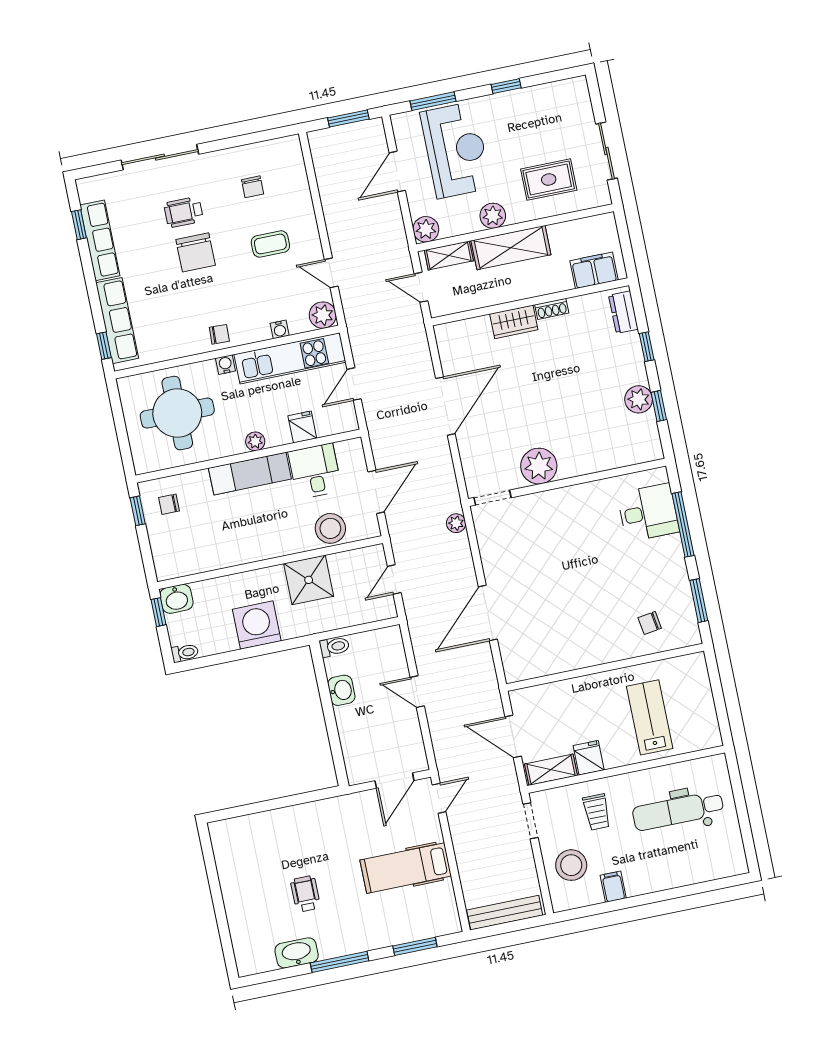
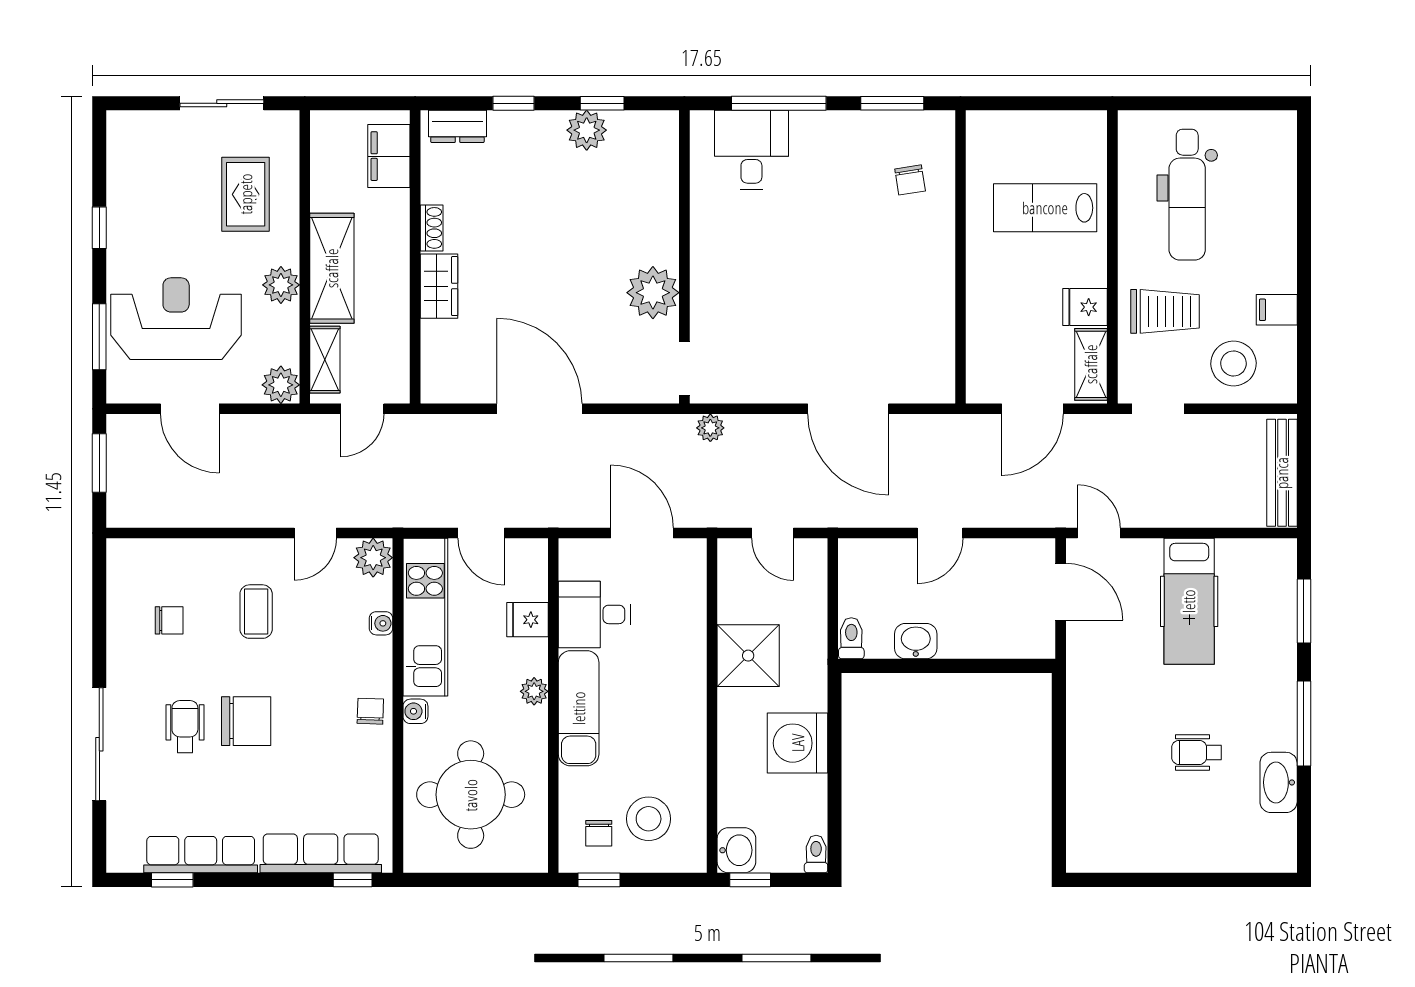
wheelchair: (184, 212) -> (185, 727), turned 180
stool: (330, 528) -> (649, 819), moved
trolley: (597, 812) -> (1165, 311), width x1.36, depth x1.39

